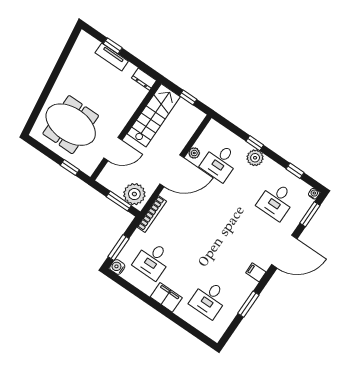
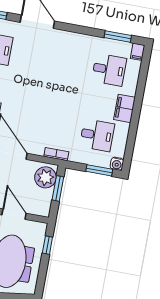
bookcase: (152, 214) -> (56, 154), width x0.64
filing cabinet: (256, 272) -> (138, 52), moved
window: (248, 304) -> (118, 36), moved

